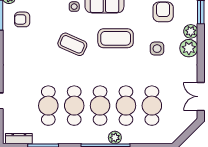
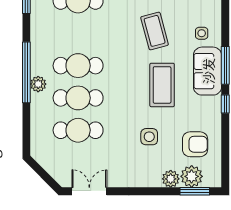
coffee table: (72, 44) -> (155, 31), turned -39
plant: (189, 48) -> (192, 176), moved
cafe table: (74, 106) -> (78, 33), removed

